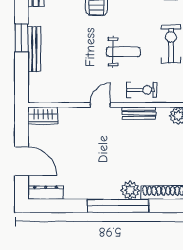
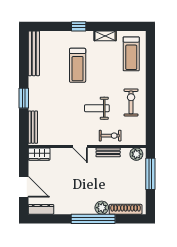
bench: (34, 49) -> (33, 127), moved
weight bench: (123, 52) -> (97, 108), turned 180
door: (100, 105) -> (80, 146), swing flipped

